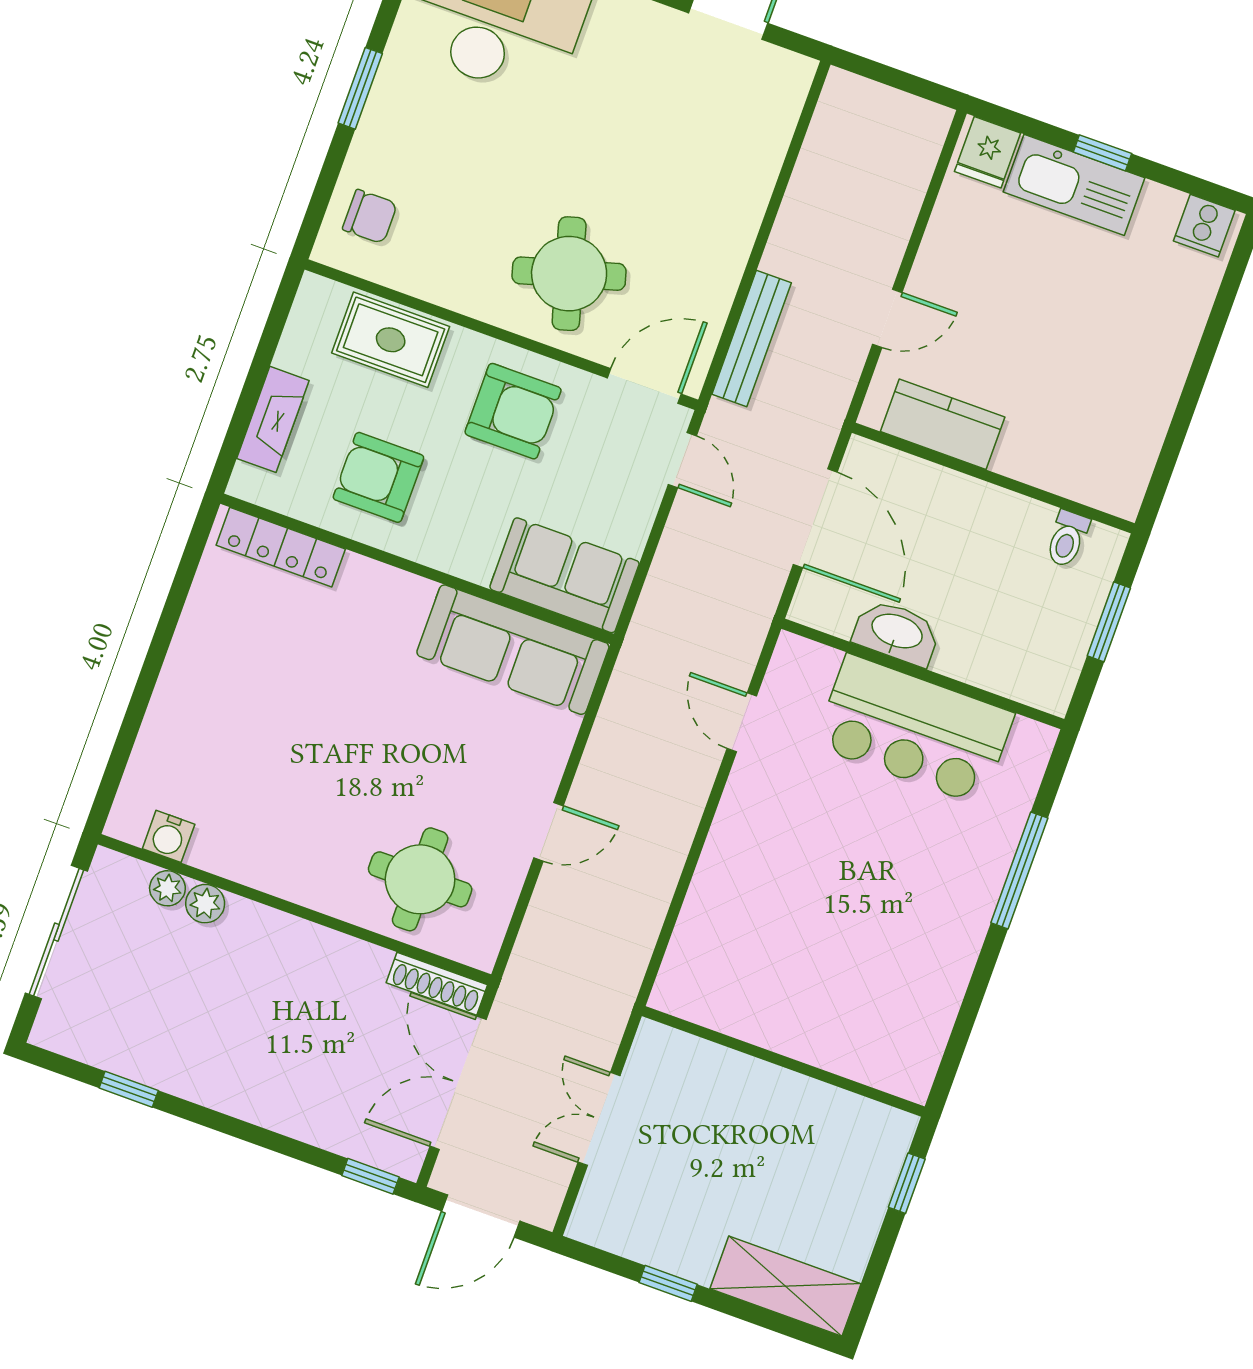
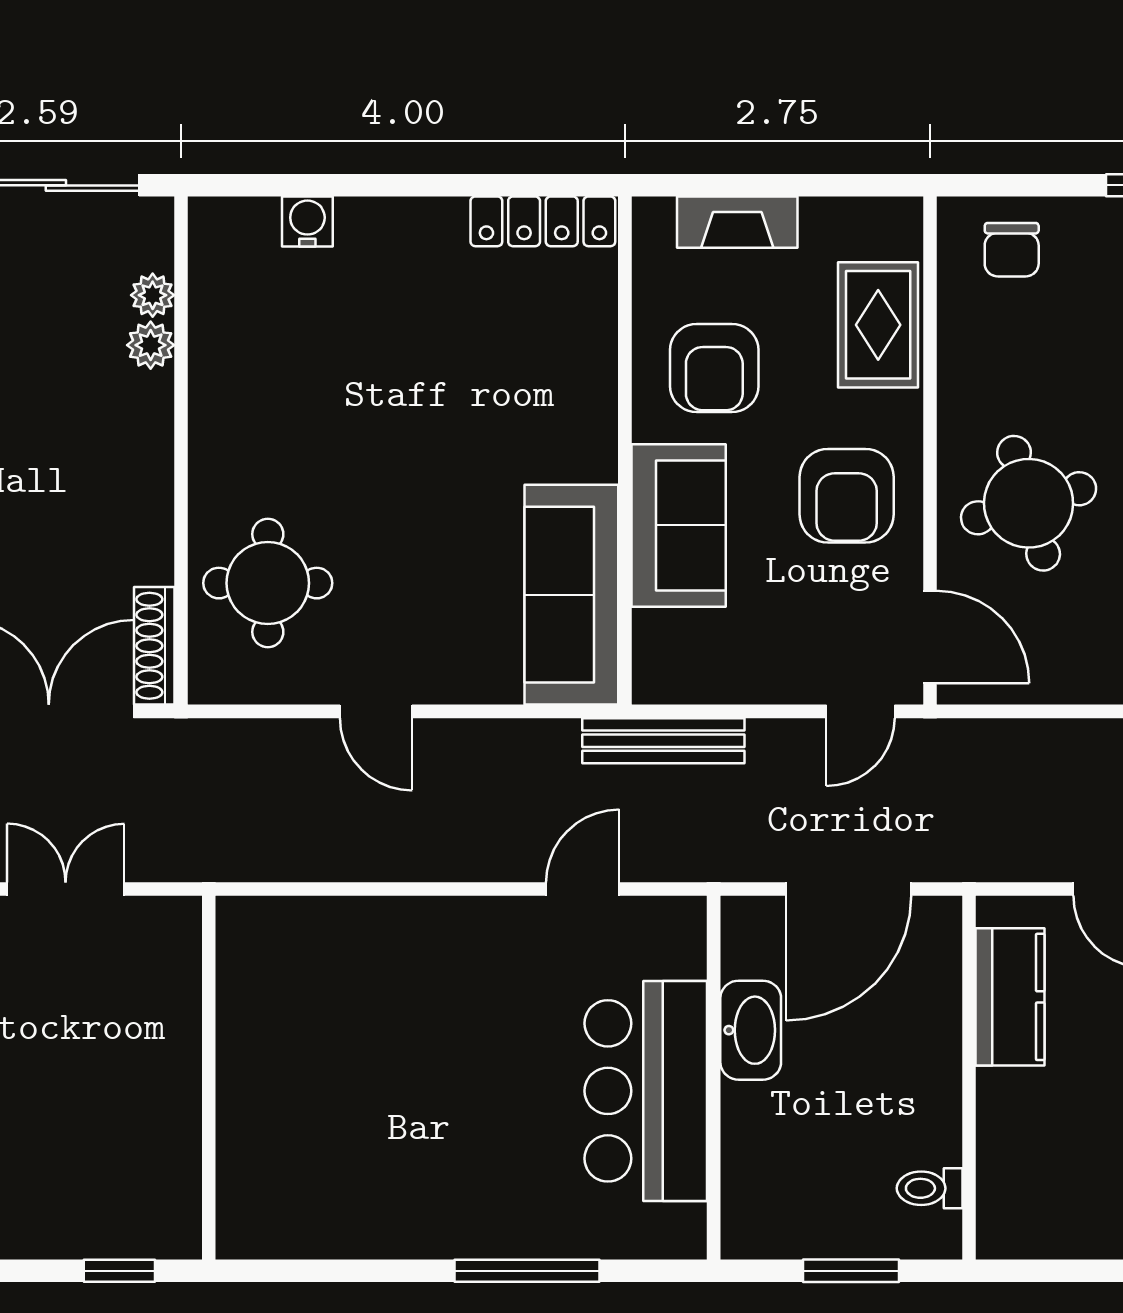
bench: (752, 338) -> (663, 741), moved
armchair: (378, 477) -> (714, 368), turned 180
locker: (281, 547) -> (543, 221), moved, turned -90
sofa: (564, 575) -> (679, 525), moved
water cooler: (169, 836) -> (307, 222), moved, turned 90

